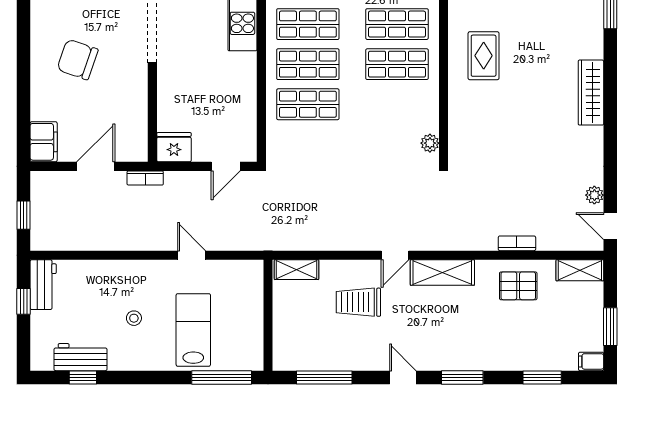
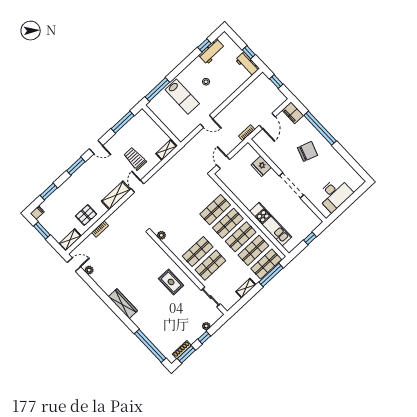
window: (24, 77) -> (320, 128), added
fridge: (174, 147) -> (261, 166), moved, turned 90
trolley: (358, 302) -> (135, 159), turned -90

